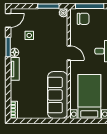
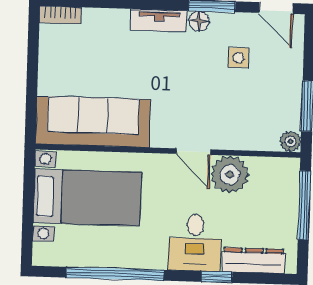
chair: (83, 19) -> (274, 189), removed
plant: (78, 37) -> (230, 175), added
door: (69, 53) -> (193, 152), hinge flipped

